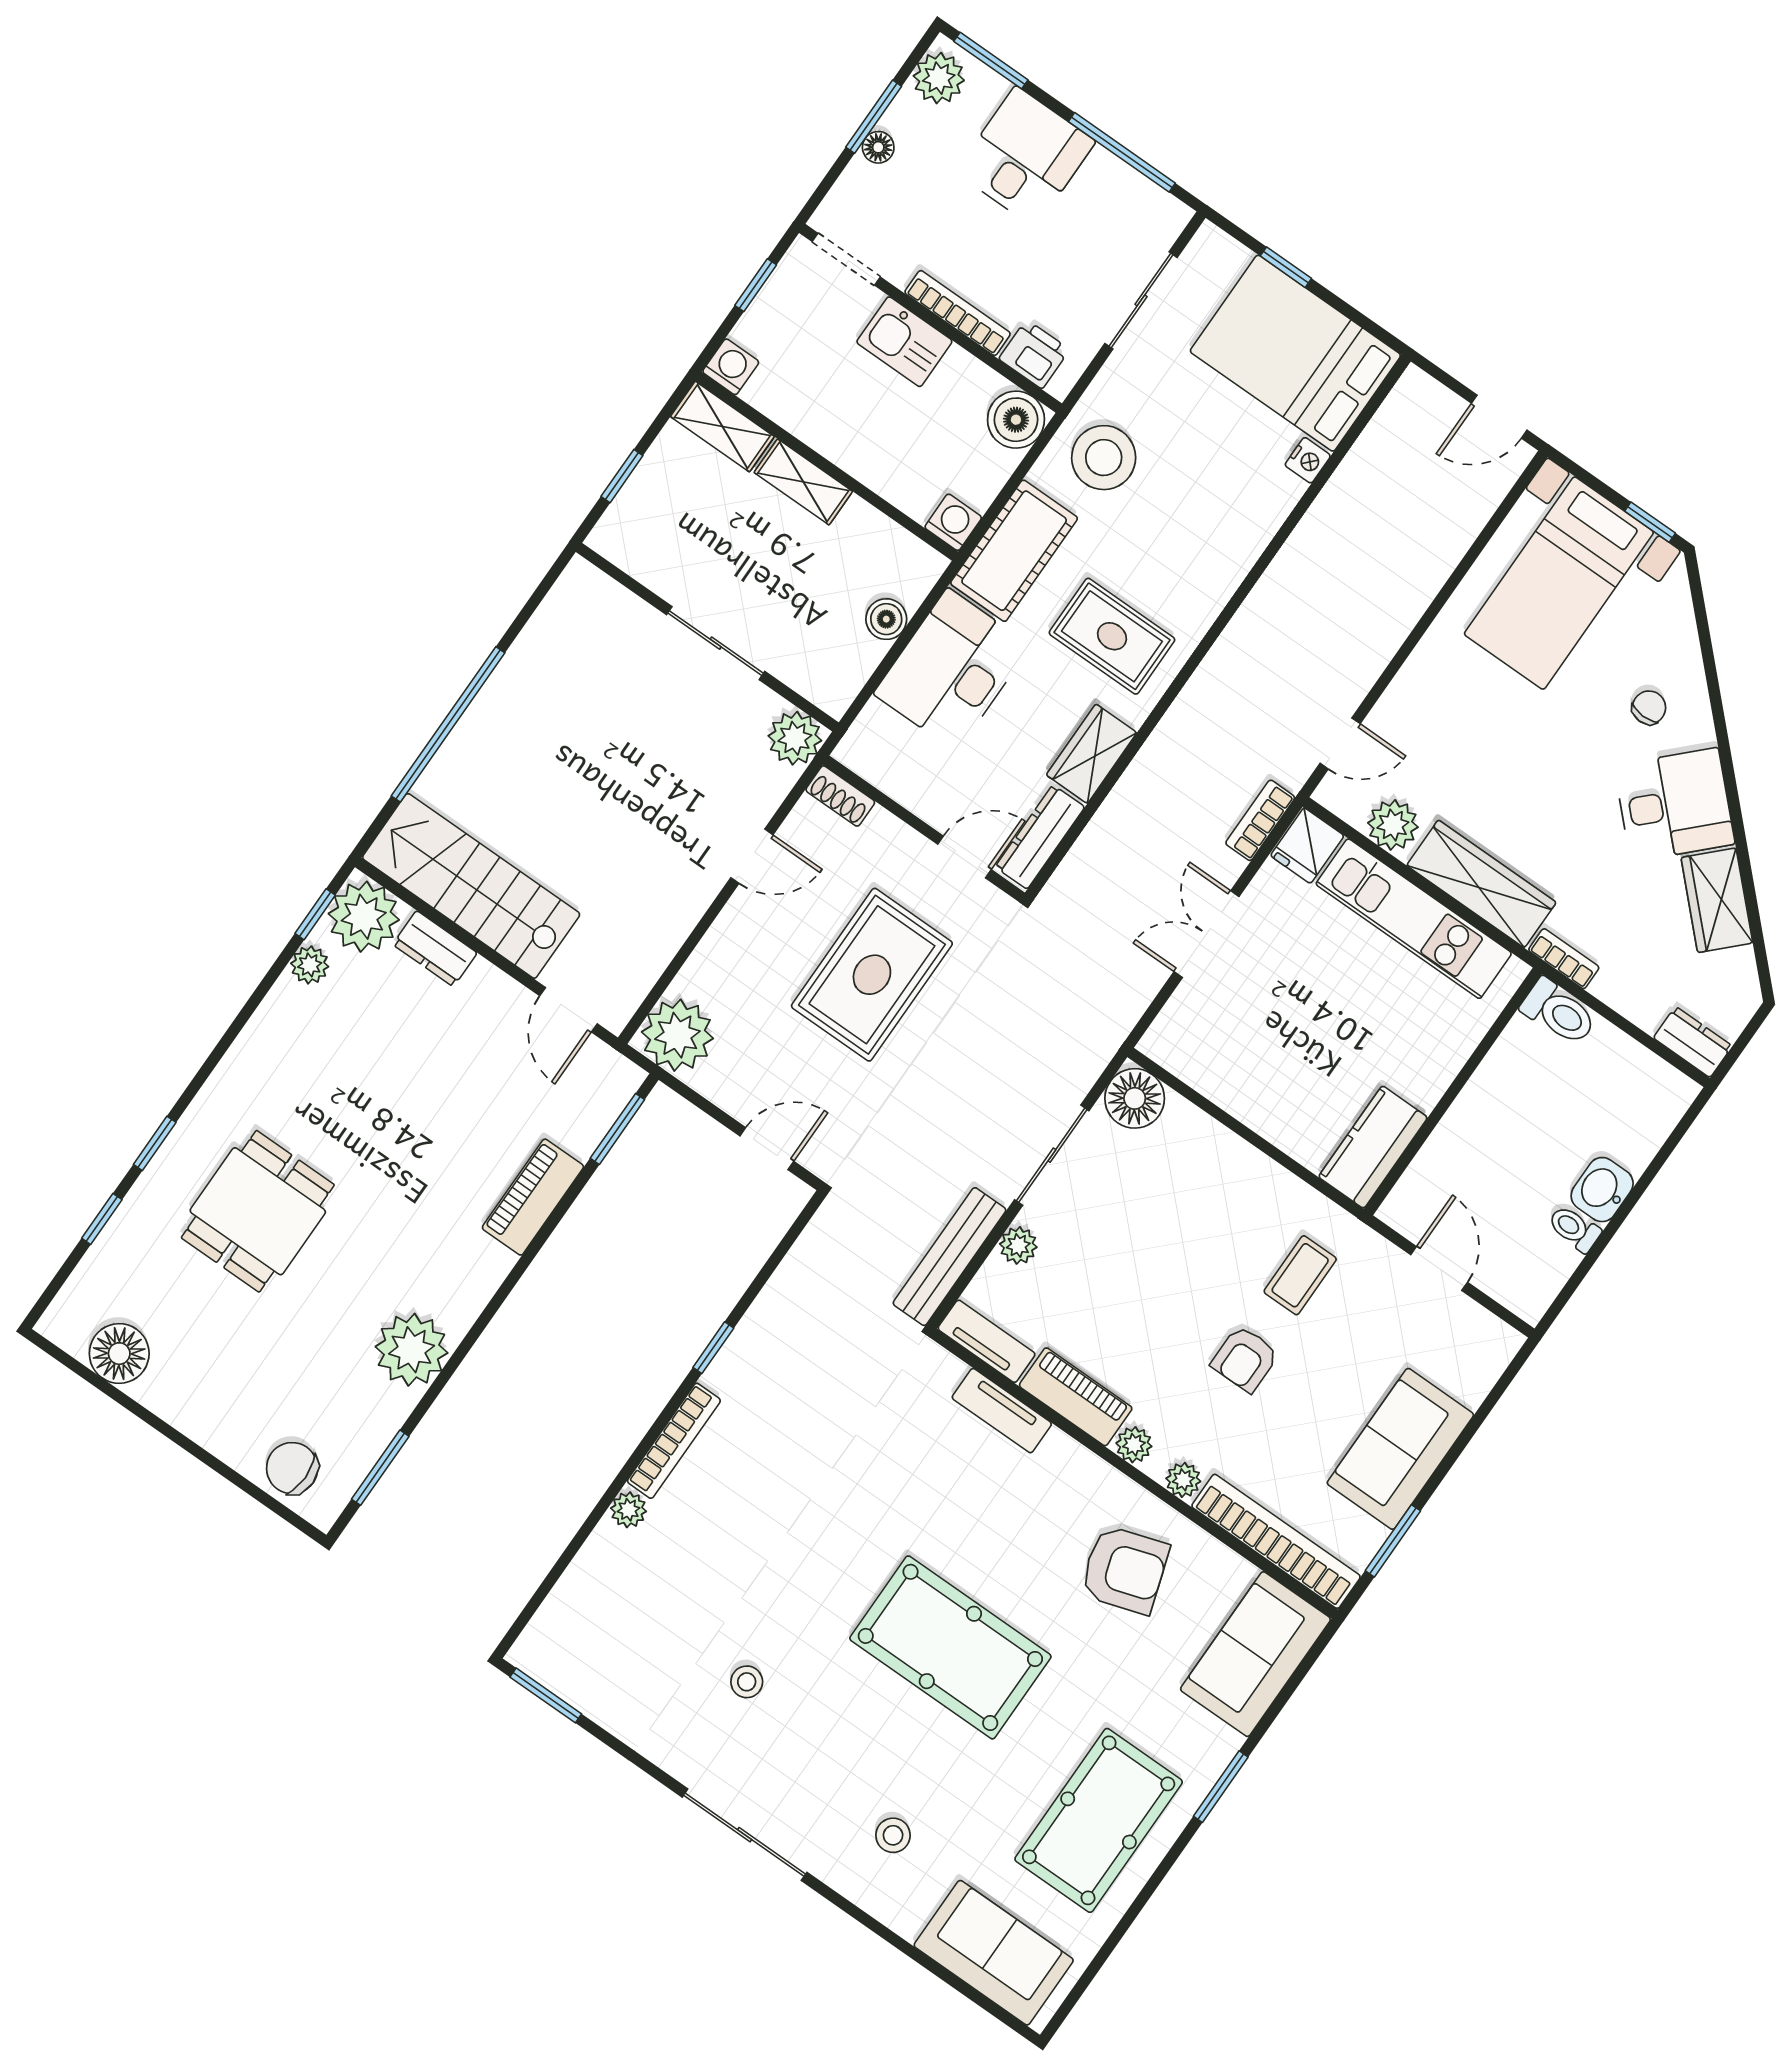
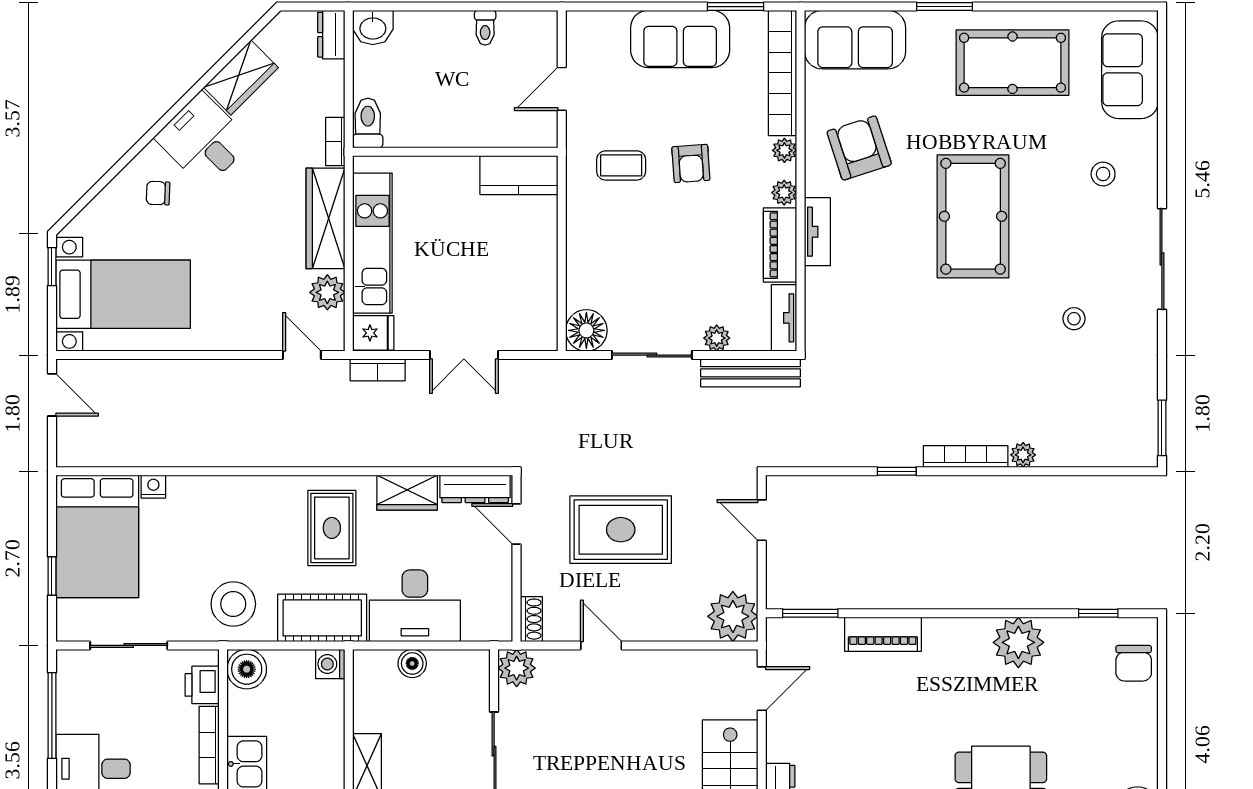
washbasin: (1602, 1190) -> (373, 27), moved
armchair: (1245, 1359) -> (691, 164), turned 86
tv unit: (1002, 1411) -> (817, 232), moved
window: (380, 1468) -> (1098, 613), width x0.67

